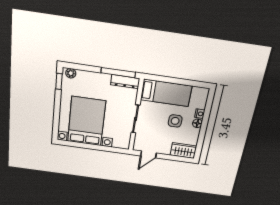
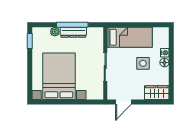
plant: (71, 73) -> (55, 32), moved
window: (118, 73) -> (72, 25), moved
dresser: (125, 82) -> (73, 32), moved

